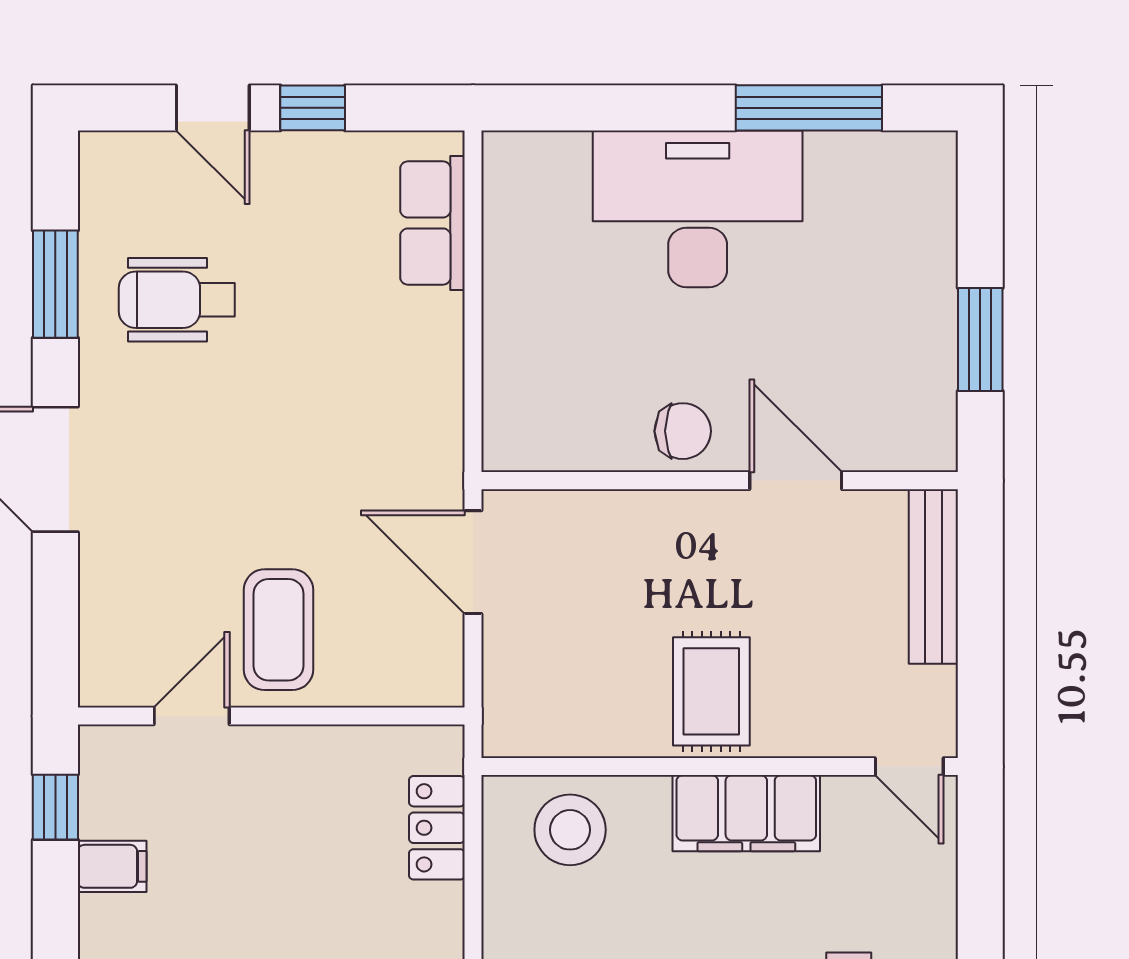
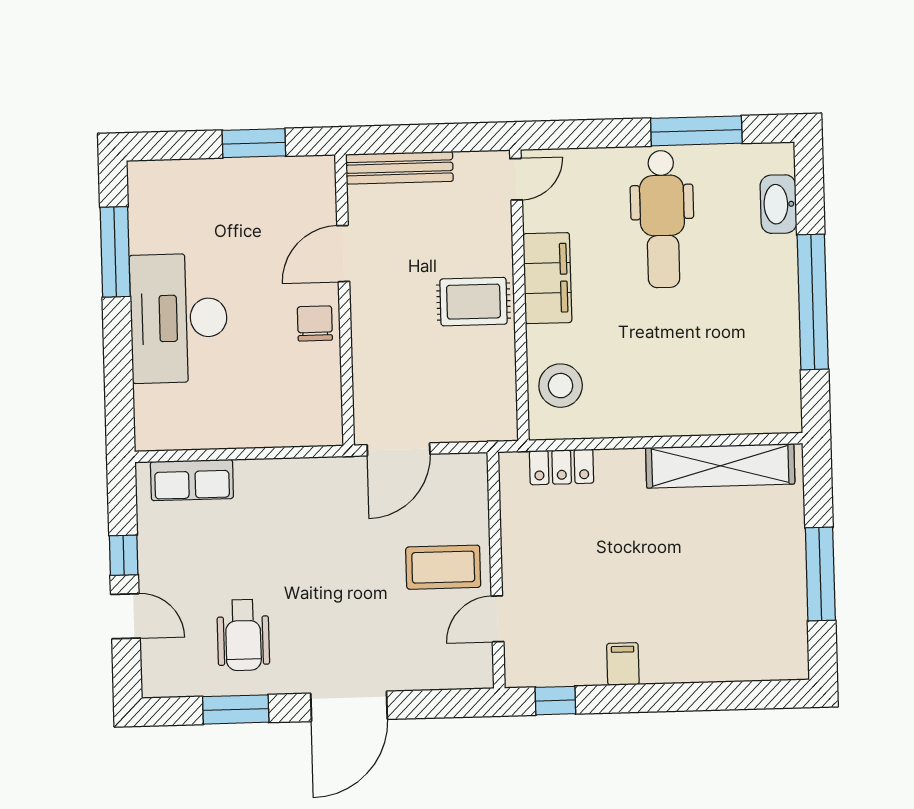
door: (213, 108) -> (125, 616), hinge flipped
door: (192, 716) -> (497, 619), hinge flipped
filing cabinet: (112, 866) -> (623, 664), moved

